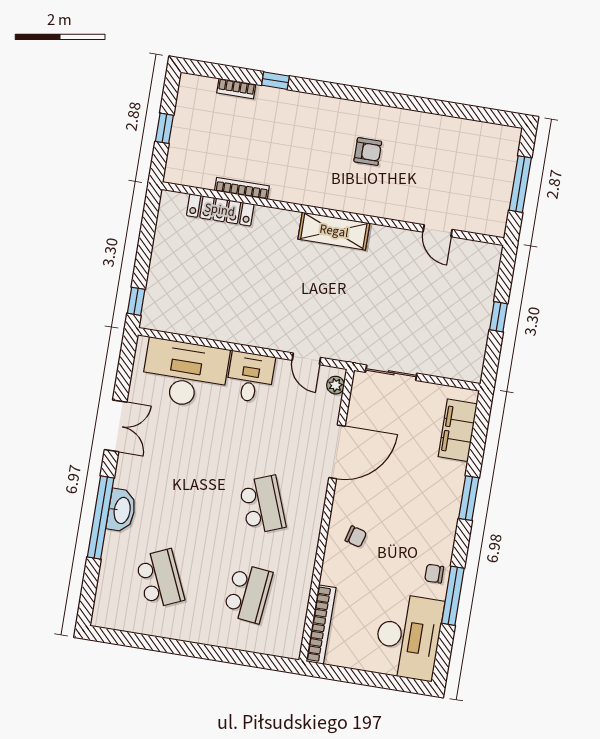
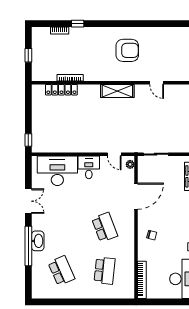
armchair: (368, 152) -> (127, 50), width x1.88, depth x1.88
door: (438, 231) -> (157, 83), moved

